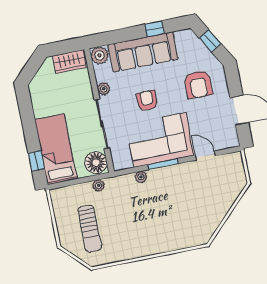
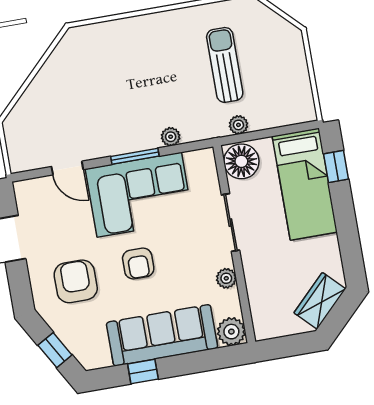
wardrobe: (69, 62) -> (320, 301), moved, turned -45
armchair: (147, 101) -> (138, 263), moved
sliding door: (102, 124) -> (230, 223), width x0.73
sun lounger: (90, 229) -> (225, 65), moved

